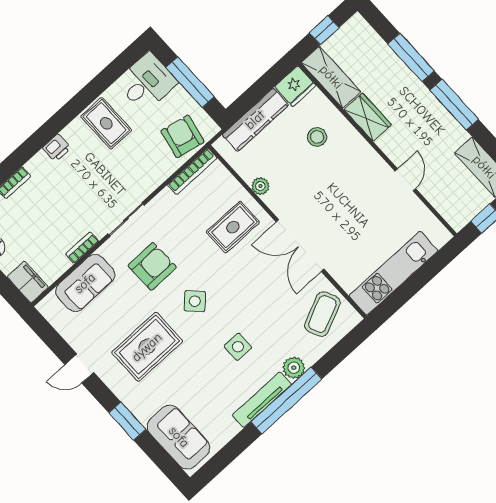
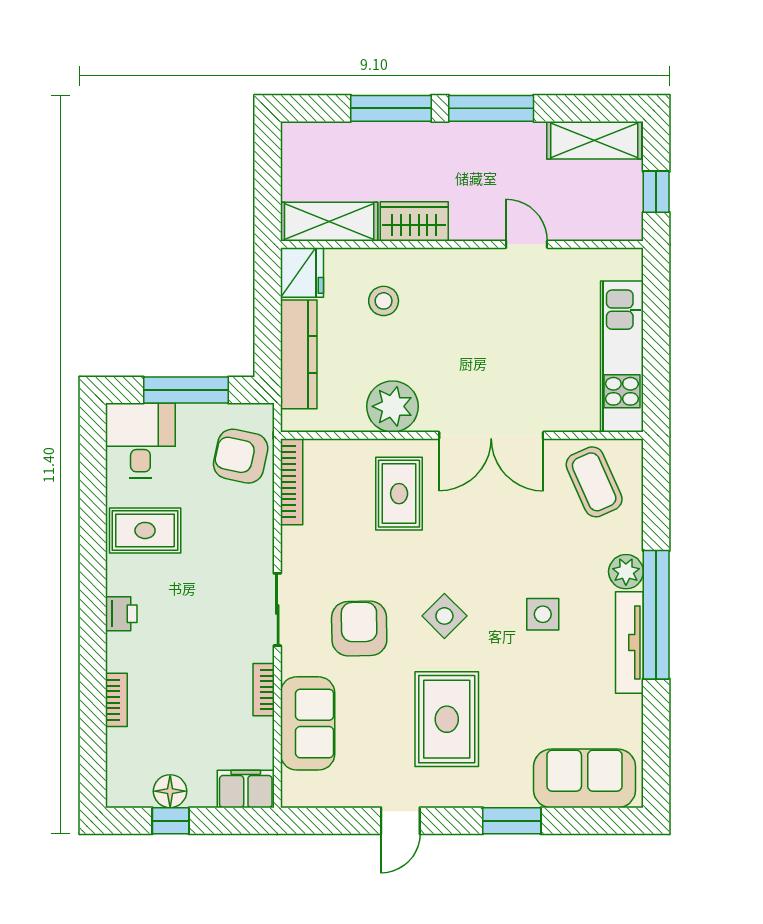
window: (324, 30) -> (268, 180), removed
plant: (260, 186) -> (392, 406), width x1.88, depth x1.88

